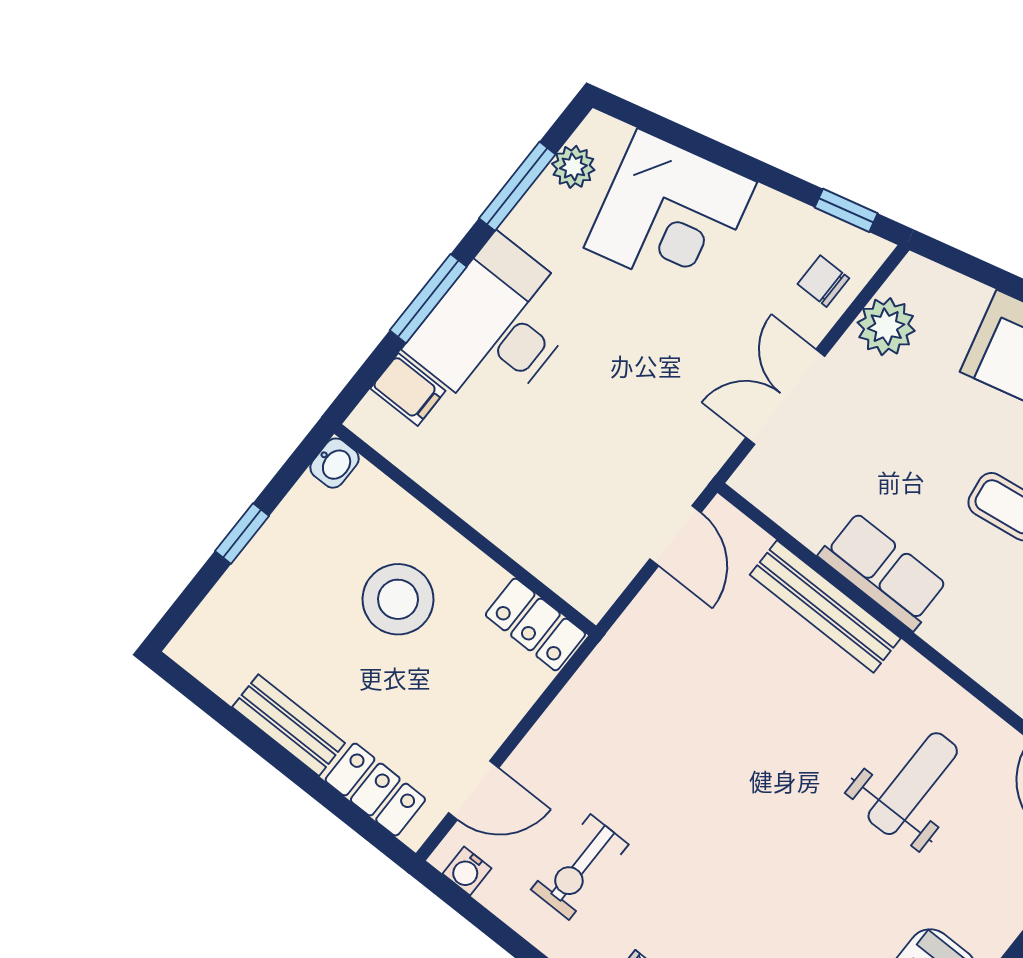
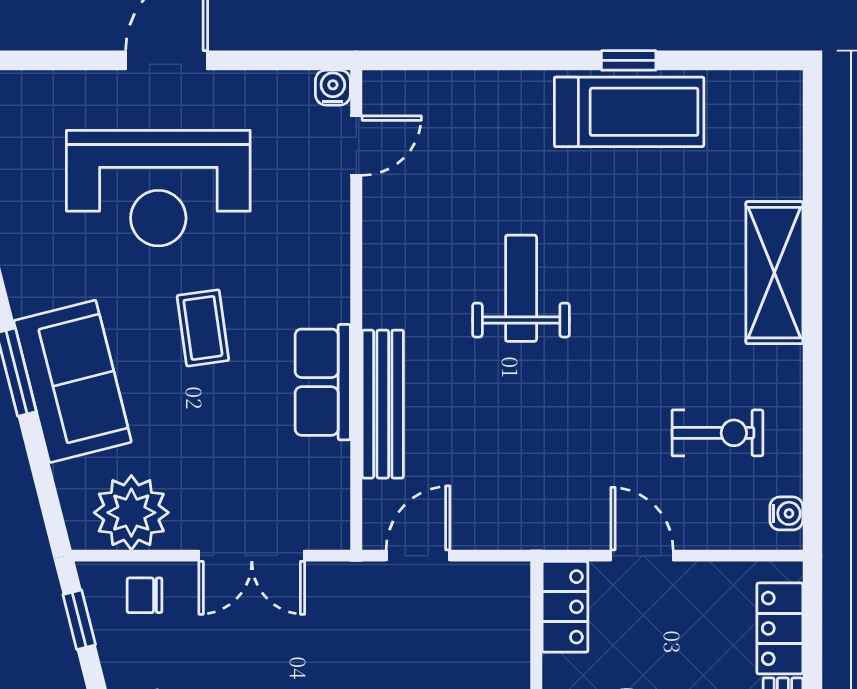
chair: (823, 281) -> (144, 595), turned 90
plant: (886, 327) -> (131, 513), width x1.36, depth x1.36
weight bench: (913, 784) -> (521, 288), moved, turned 90
door: (474, 790) -> (642, 556), moved

